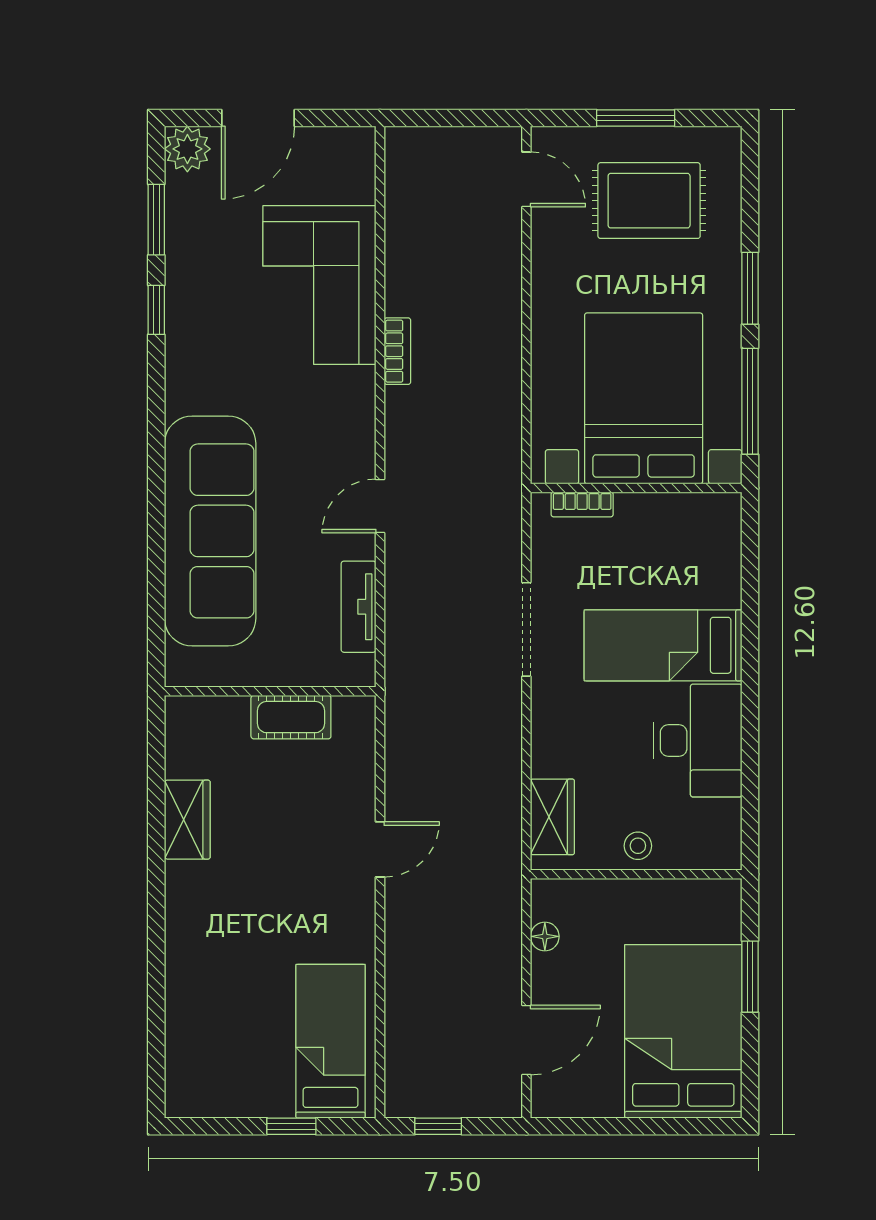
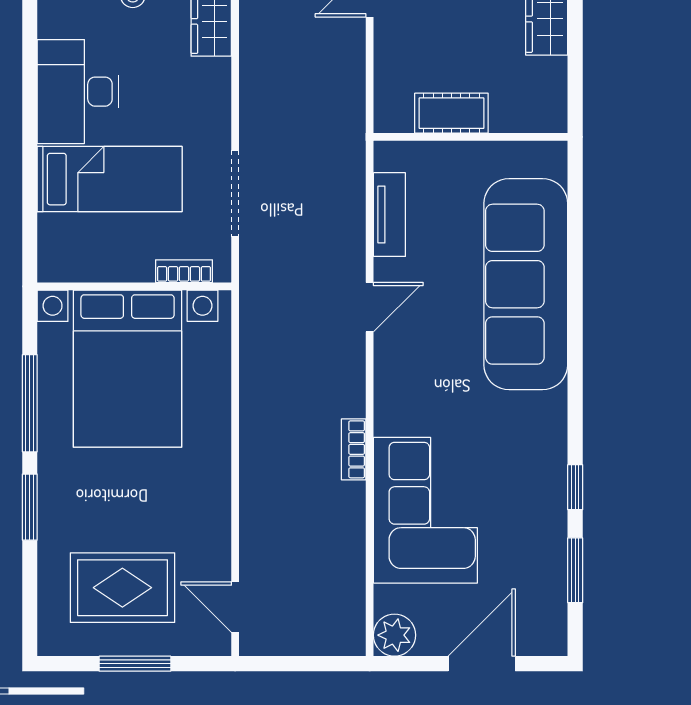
plant: (187, 149) -> (394, 635), moved
bed with nightstands: (644, 398) -> (128, 369), moved
wall: (636, 488) -> (134, 286), moved
bookcase: (582, 504) -> (184, 271), moved

